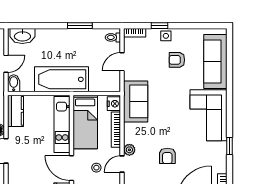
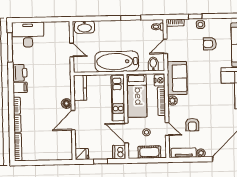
door: (6, 64) -> (72, 50), hinge flipped
bidet: (14, 83) -> (153, 64), moved
plant: (129, 150) -> (173, 100), moved
armchair: (167, 156) -> (192, 125), moved
door: (122, 164) -> (167, 129), swing flipped

